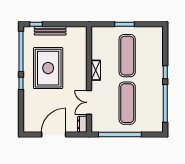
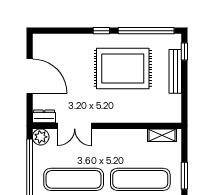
shelving: (96, 70) -> (162, 135), moved
double door: (89, 102) -> (75, 126), swing flipped
plant: (97, 127) -> (41, 137), added

